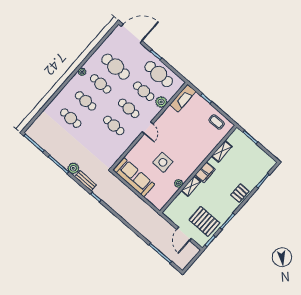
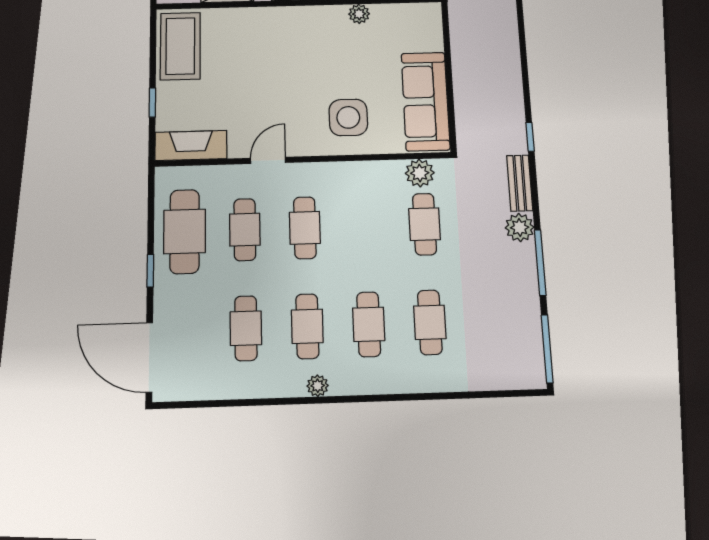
cafe table: (116, 67) -> (246, 328), width x0.73, depth x0.74
plant: (161, 102) -> (420, 173), moved
coffee table: (217, 122) -> (180, 46), width x1.86, depth x1.72
cafe table: (114, 126) -> (425, 224), moved
door: (148, 128) -> (268, 160), moved
side table: (163, 162) -> (348, 117), moved

